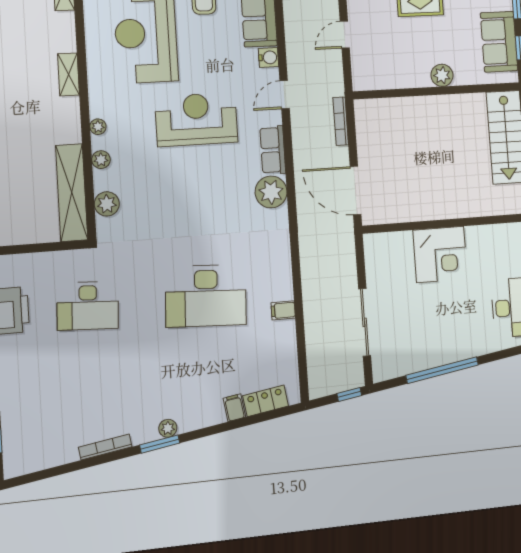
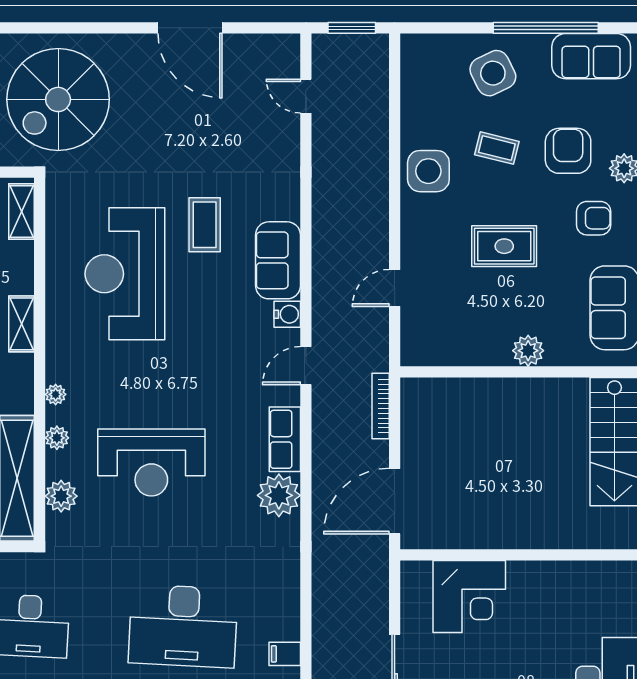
reception desk: (196, 119) -> (151, 462), moved, turned 180
door: (356, 190) -> (395, 501), hinge flipped
corner desk: (440, 254) -> (469, 597), moved

